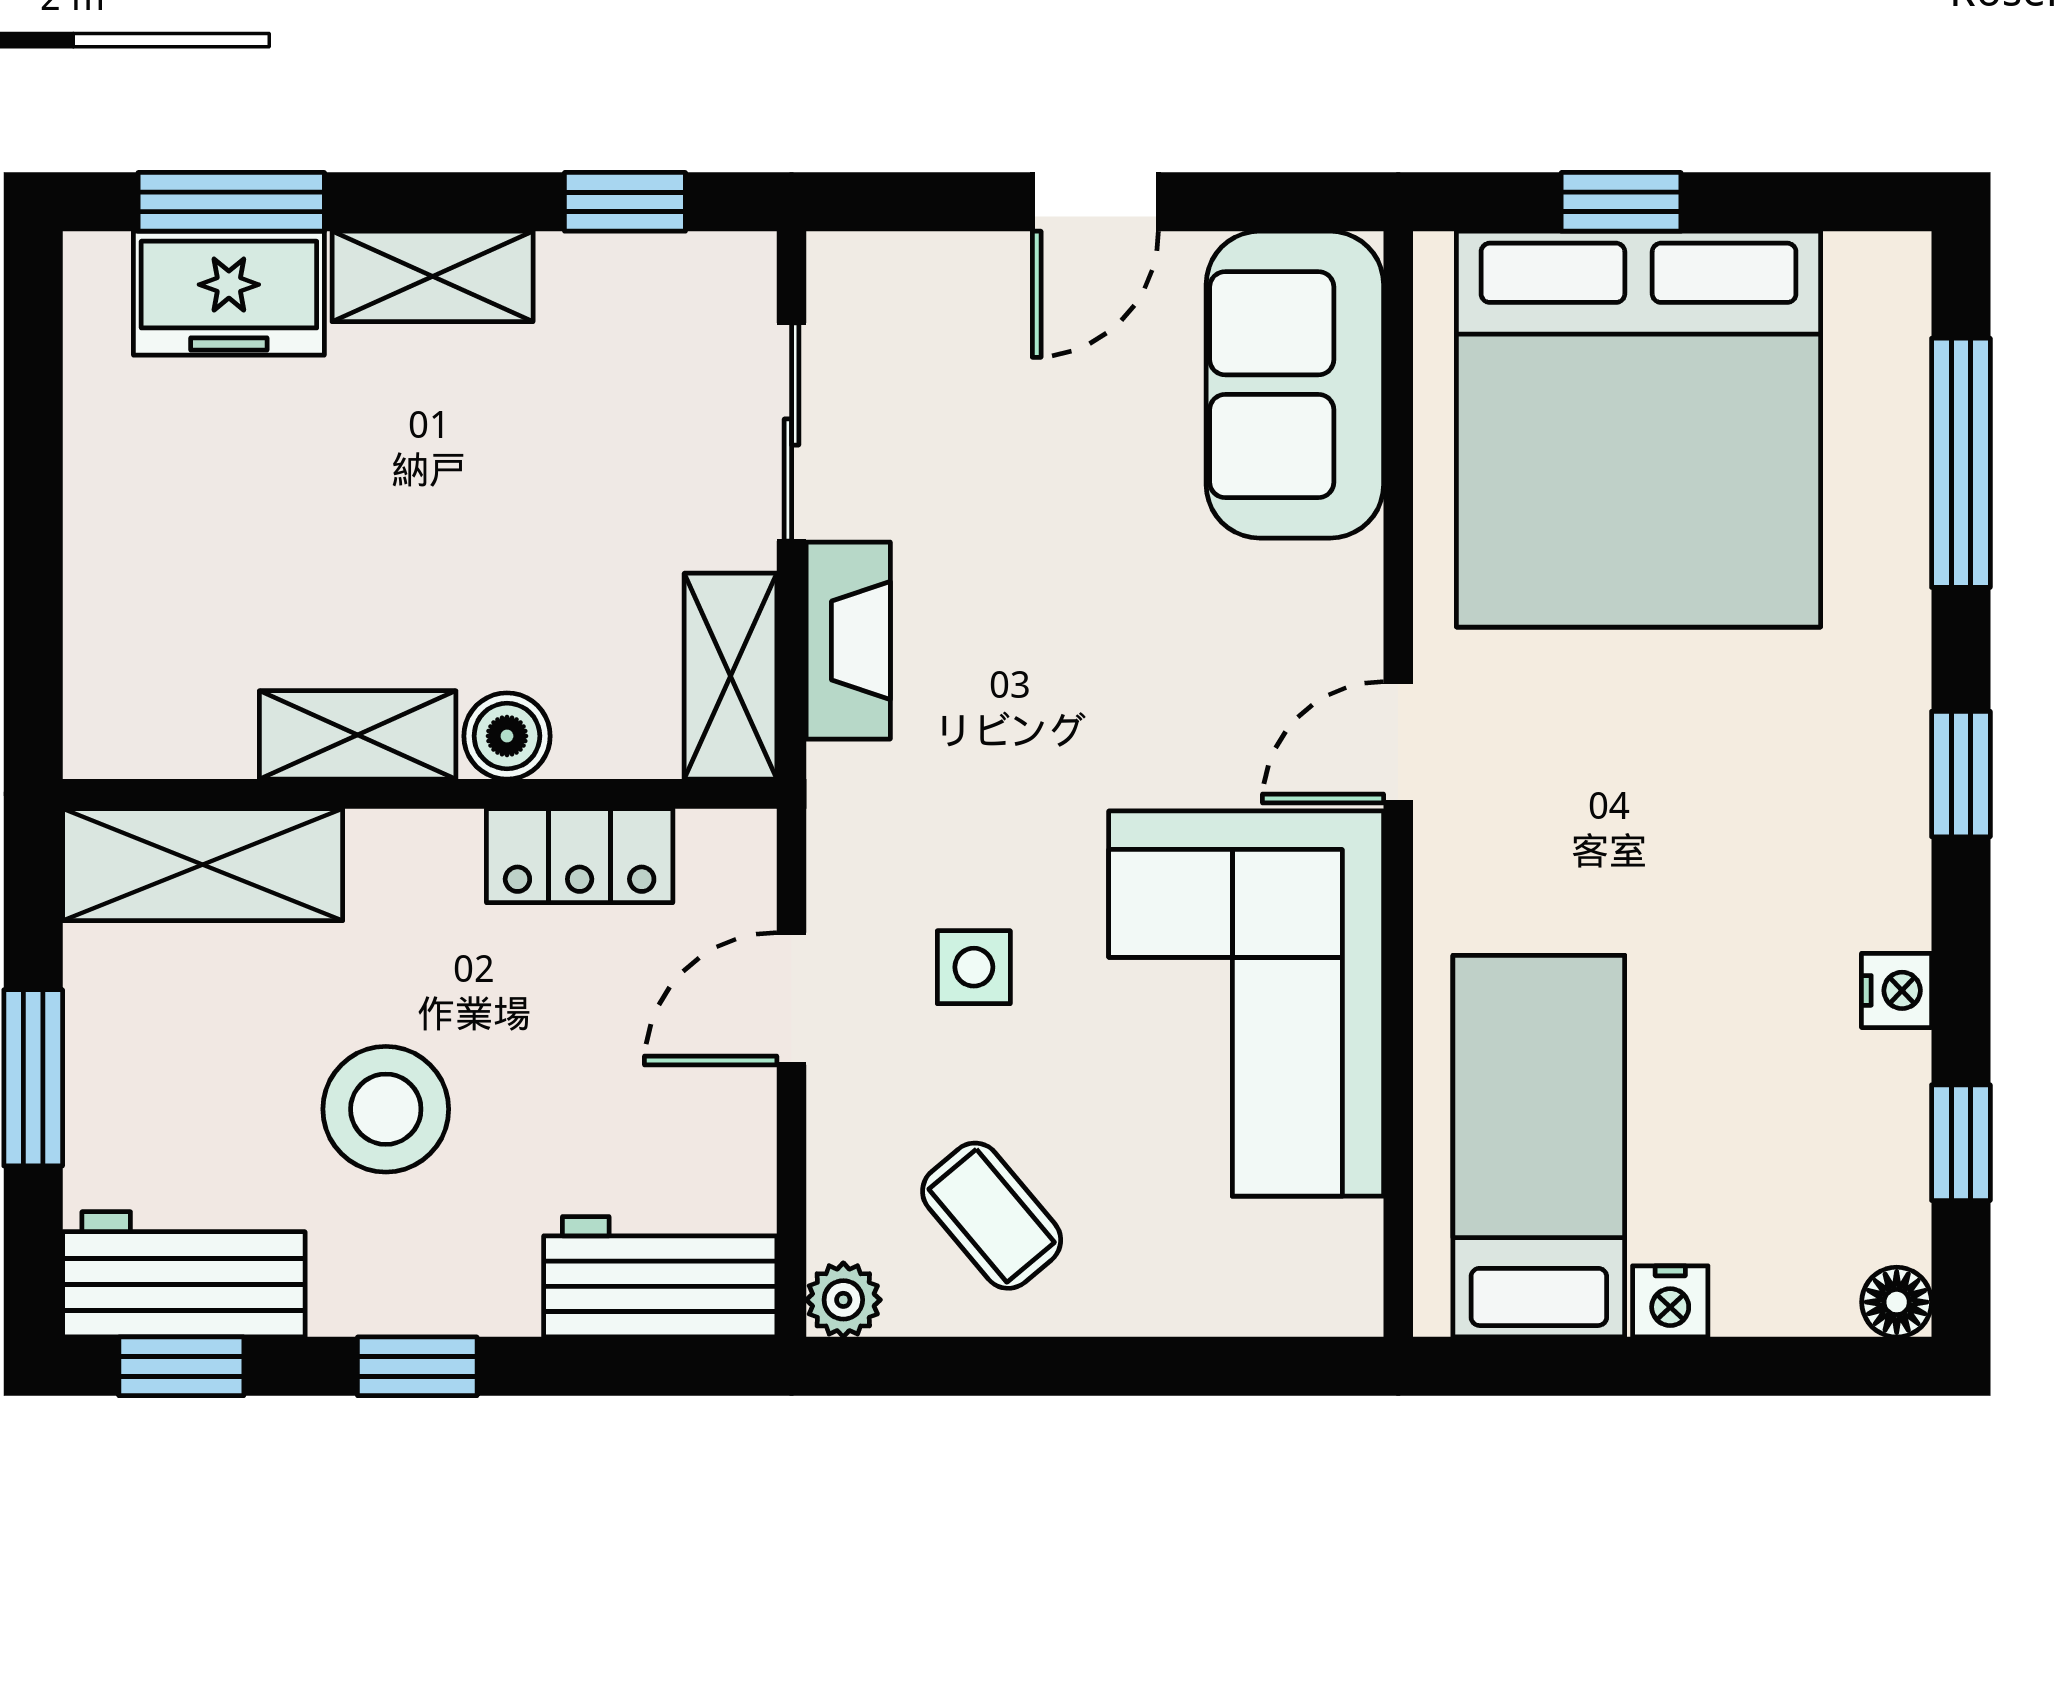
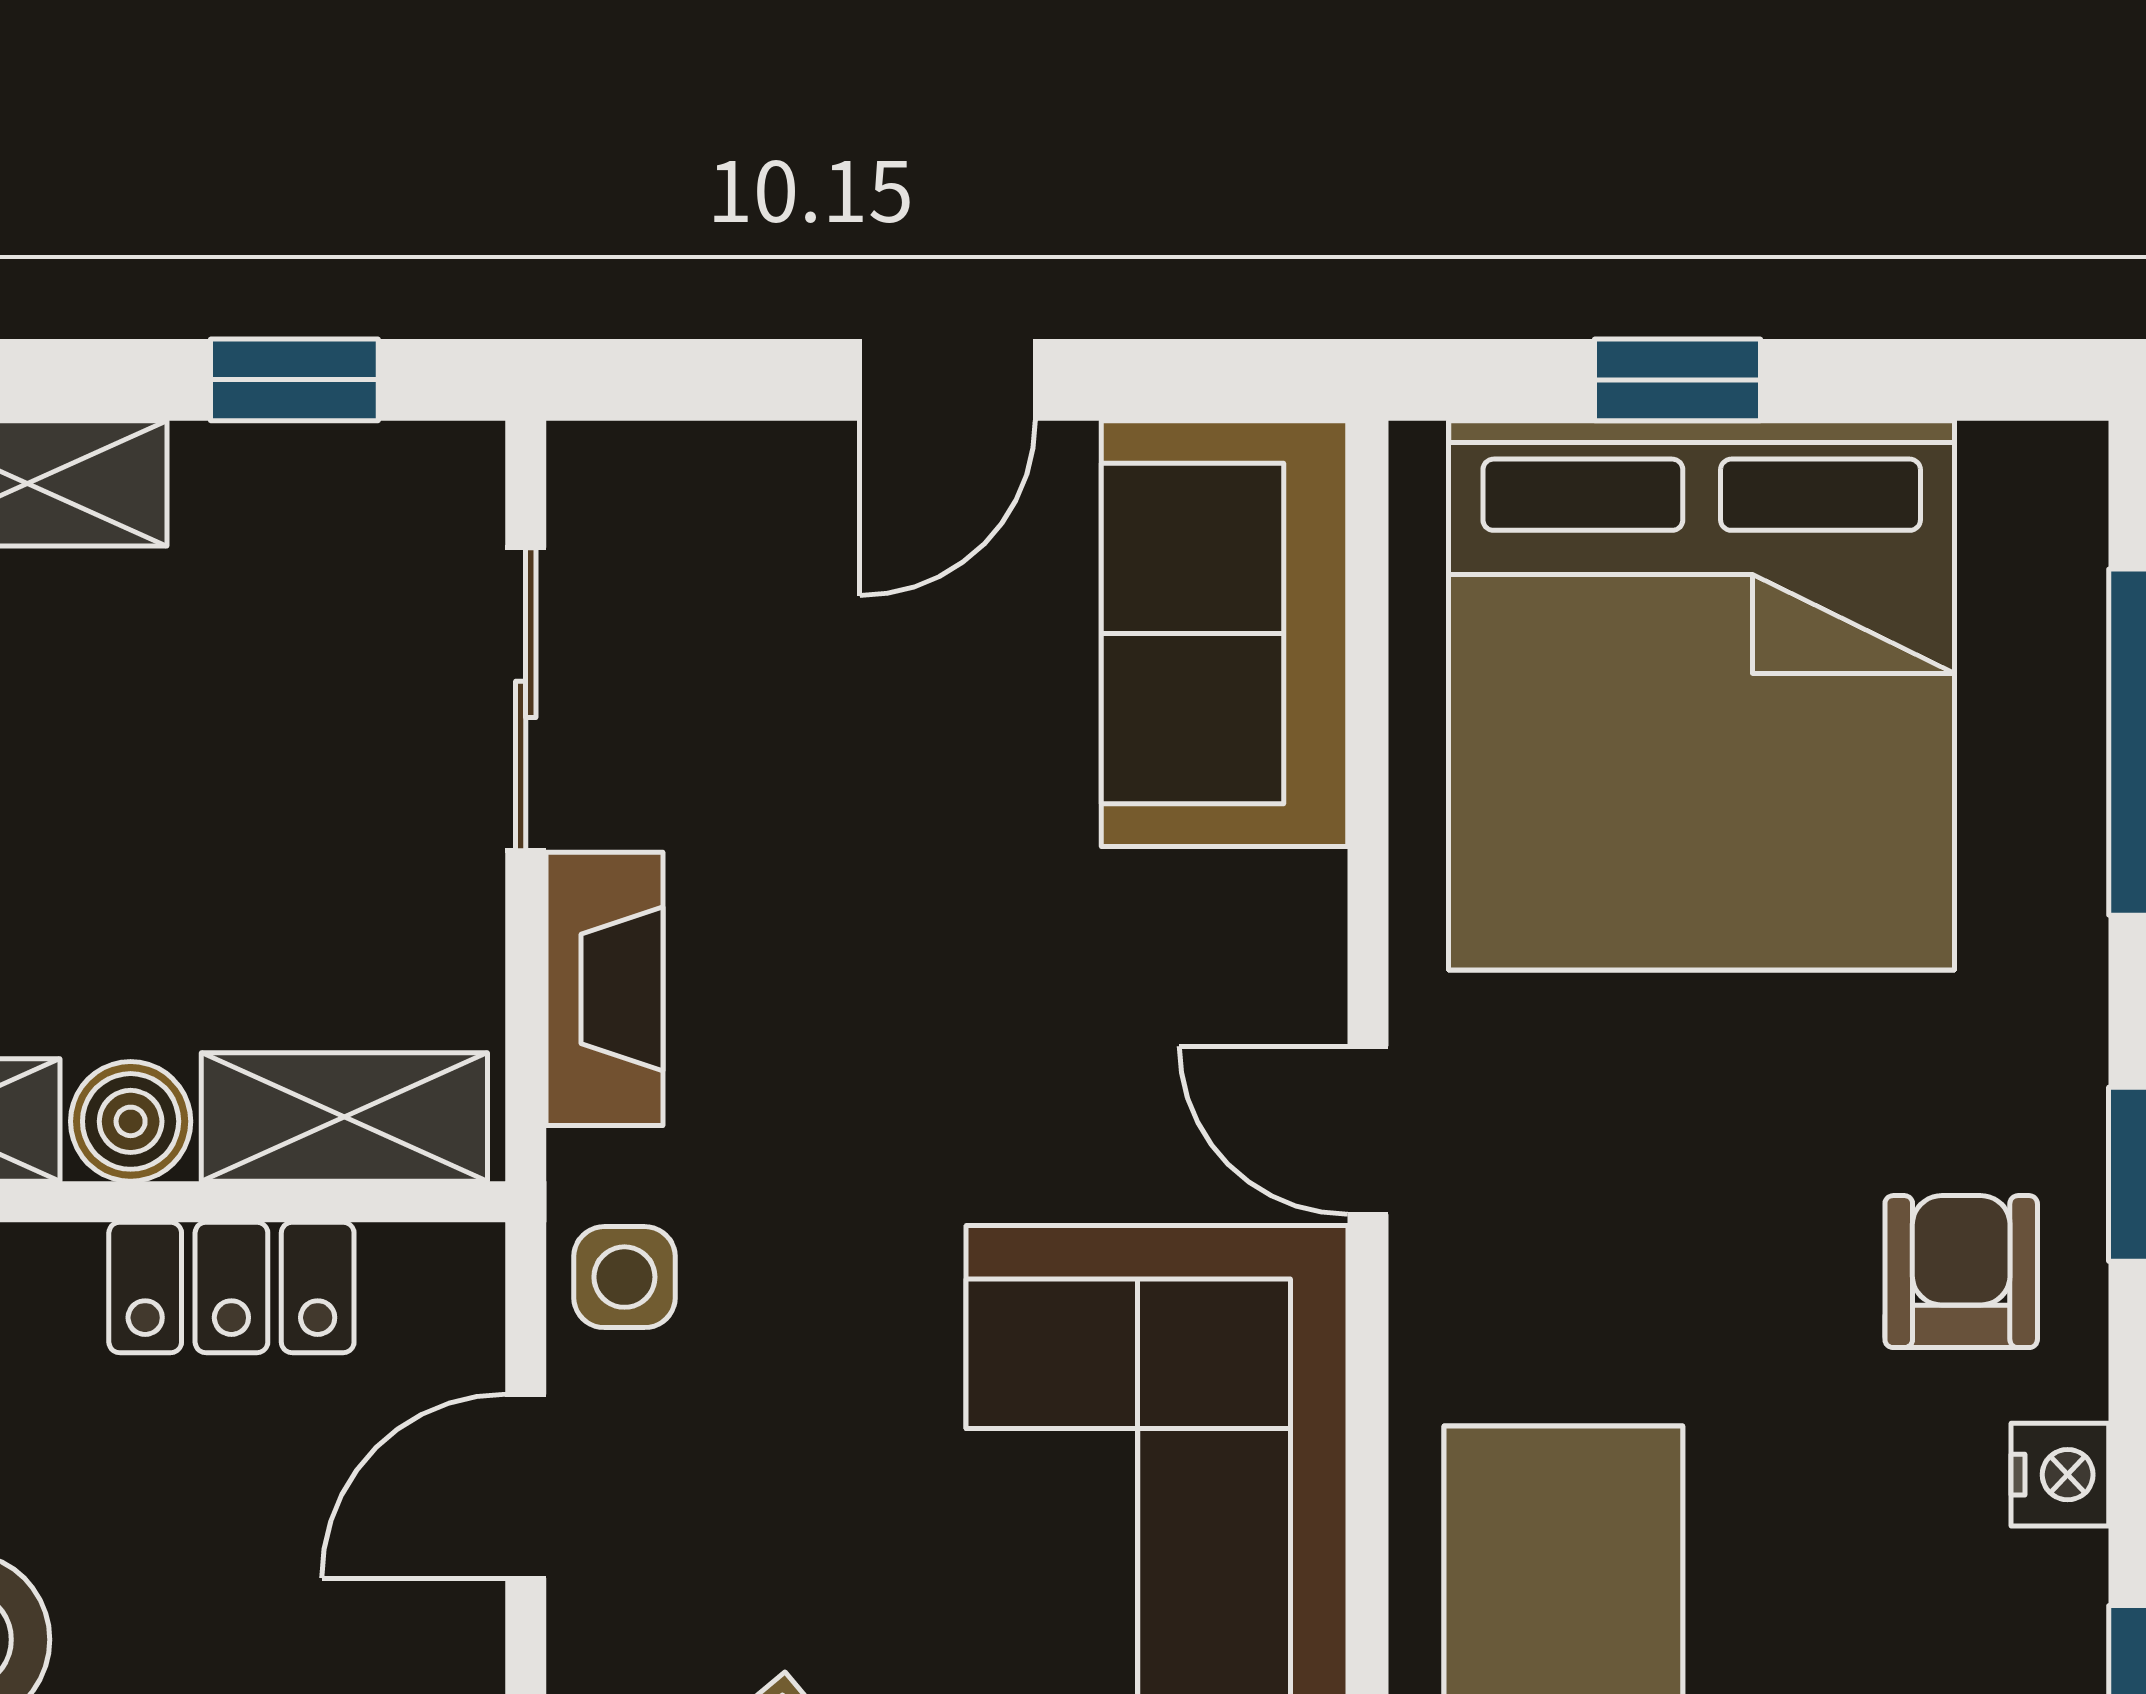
shelving: (730, 676) -> (344, 1117), moved, turned 90
door: (1398, 742) -> (1368, 1130), hinge flipped
armchair: (1825, 844) -> (1961, 1272), added
side table: (974, 967) -> (624, 1277), moved

